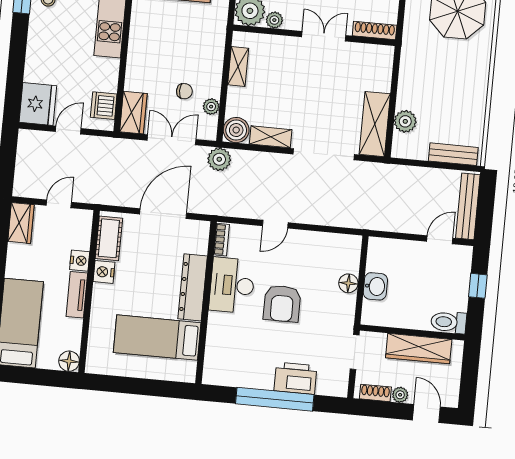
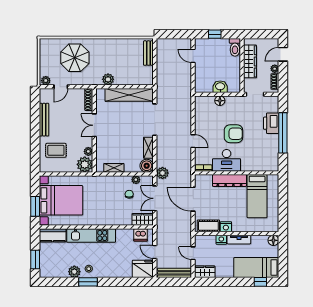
plant: (405, 121) -> (108, 79), moved
shelving: (375, 124) -> (129, 95), width x1.47
bench: (468, 206) -> (175, 273), moved

